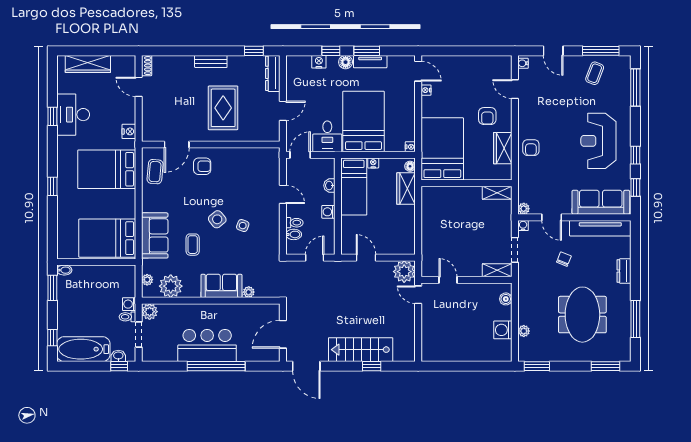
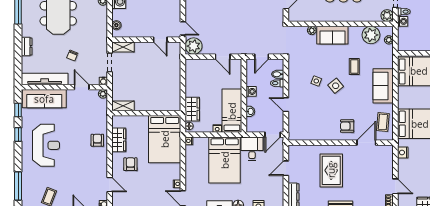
sofa: (155, 235) -> (383, 86), moved

